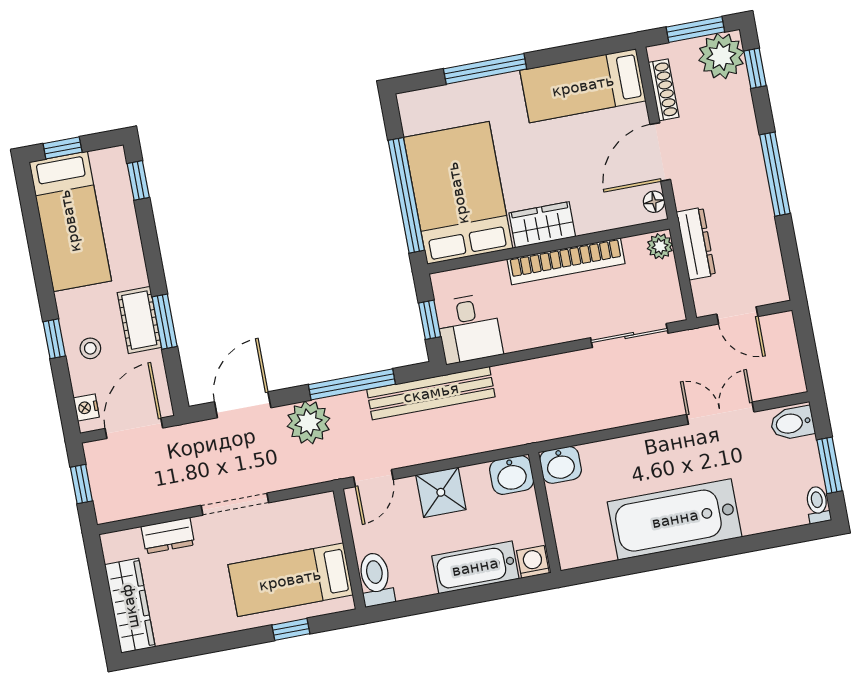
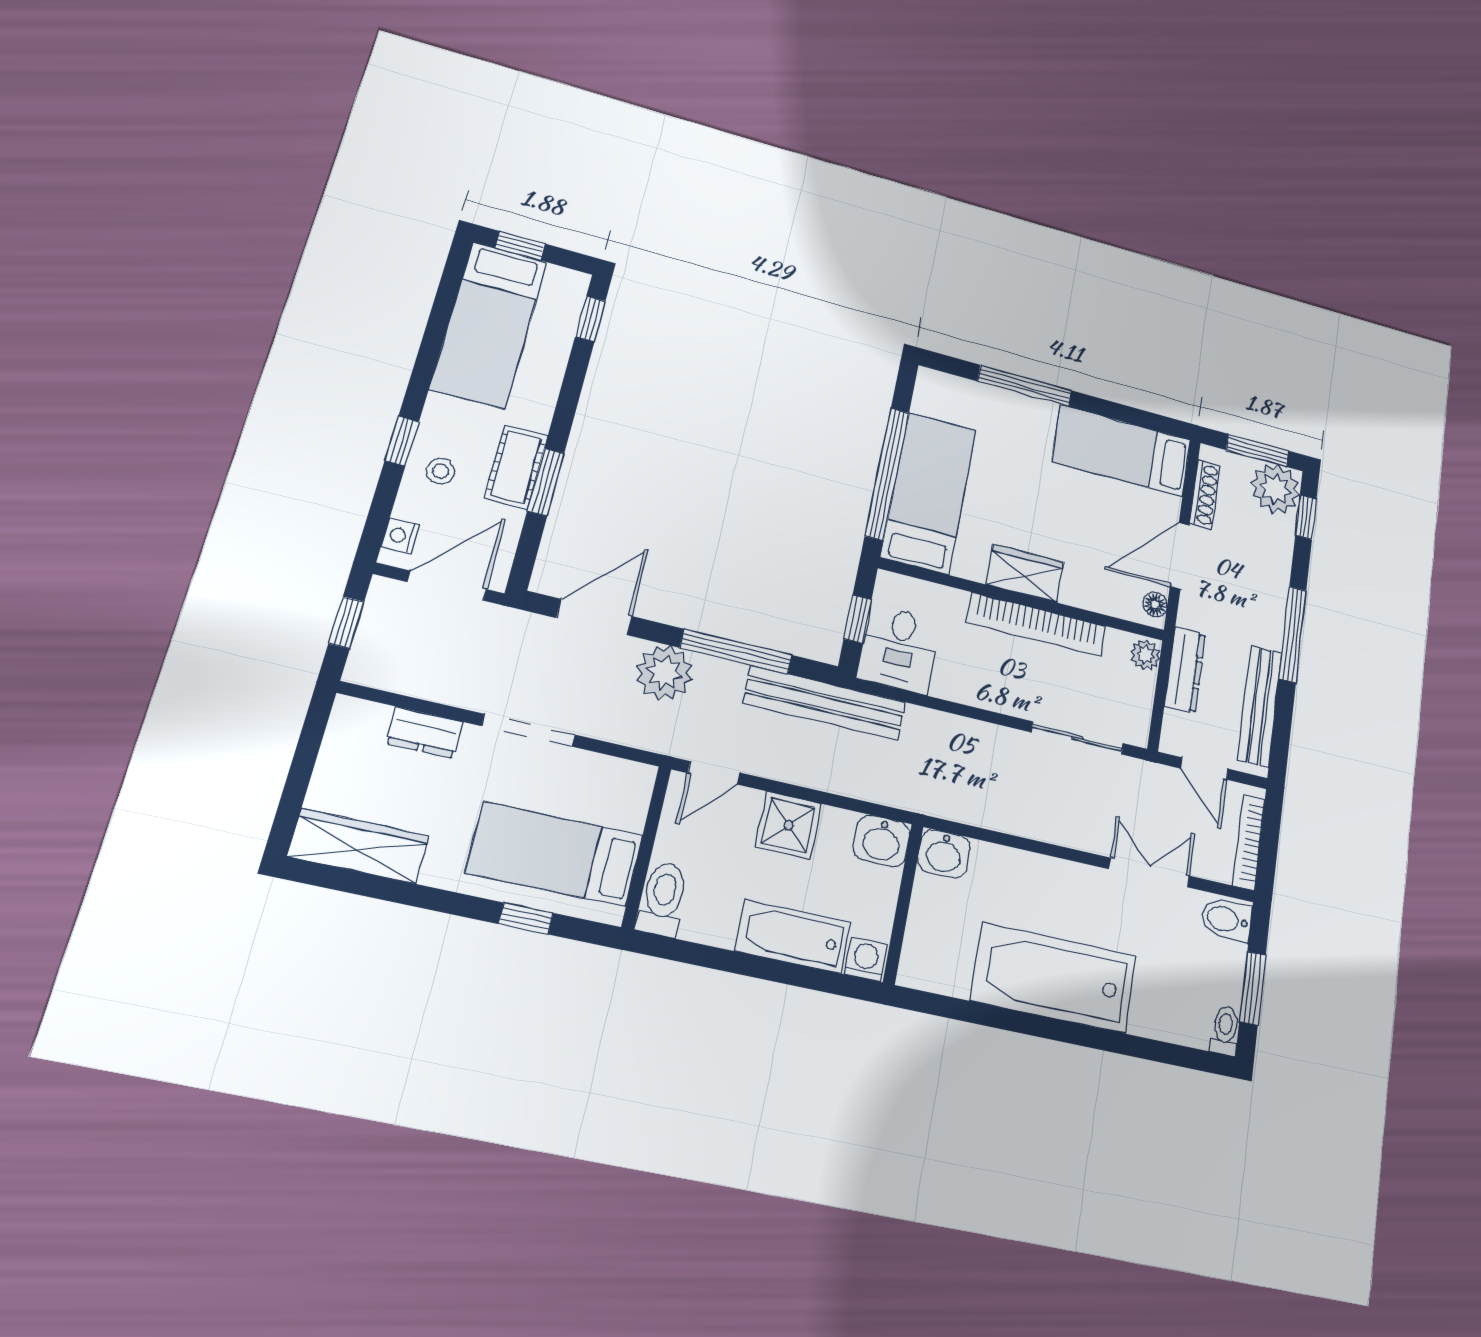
bed: (458, 193) -> (929, 493), width x0.67
bench: (766, 246) -> (1260, 706), added
bookcase: (791, 357) -> (1249, 842), added
wardrobe: (130, 606) -> (358, 846), moved, turned -90

